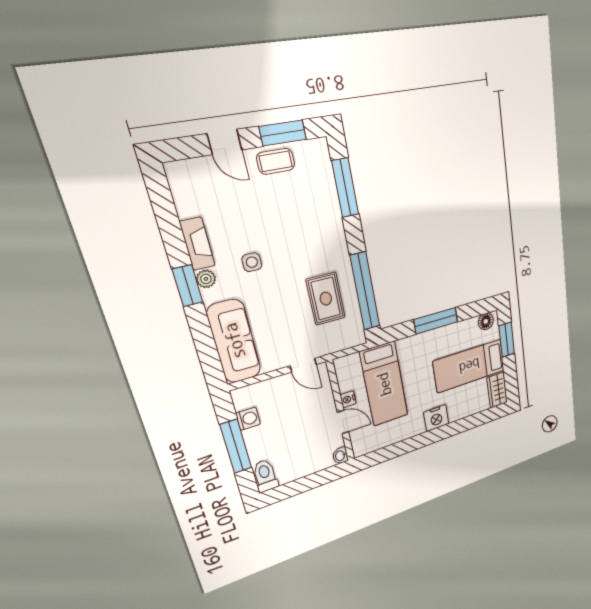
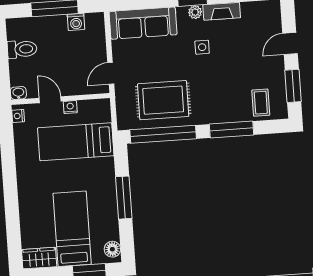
coffee table: (276, 161) -> (261, 103), moved
window: (345, 188) -> (232, 130), moved
rug: (326, 299) -> (163, 100), width x1.36, depth x1.43
nightstand: (436, 418) -> (18, 116), moved, width x0.53, depth x0.56
door: (343, 422) -> (50, 100), swing flipped
toilet: (265, 476) -> (22, 49), moved

